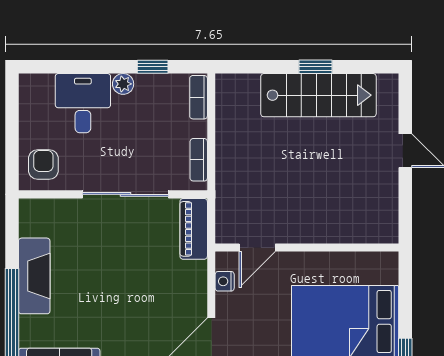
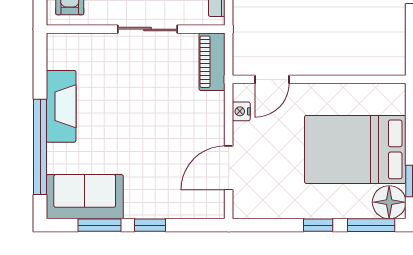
sliding door: (125, 194) -> (147, 29), width x0.73

